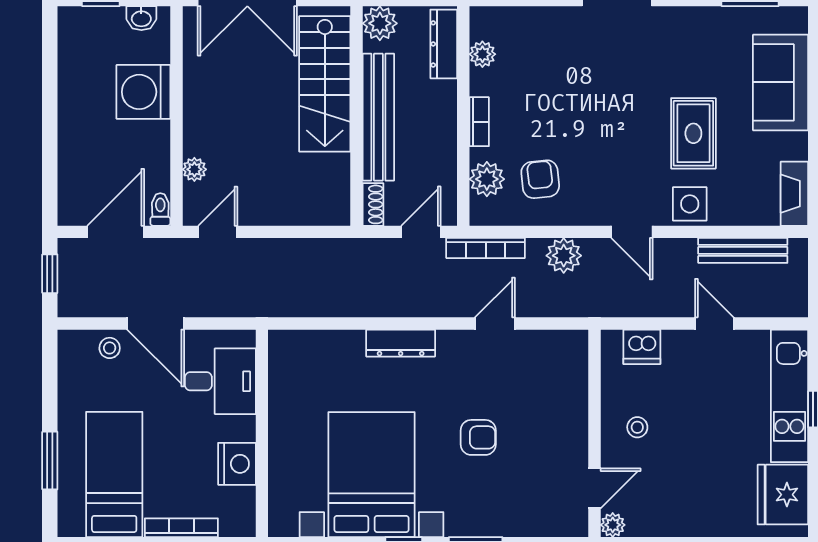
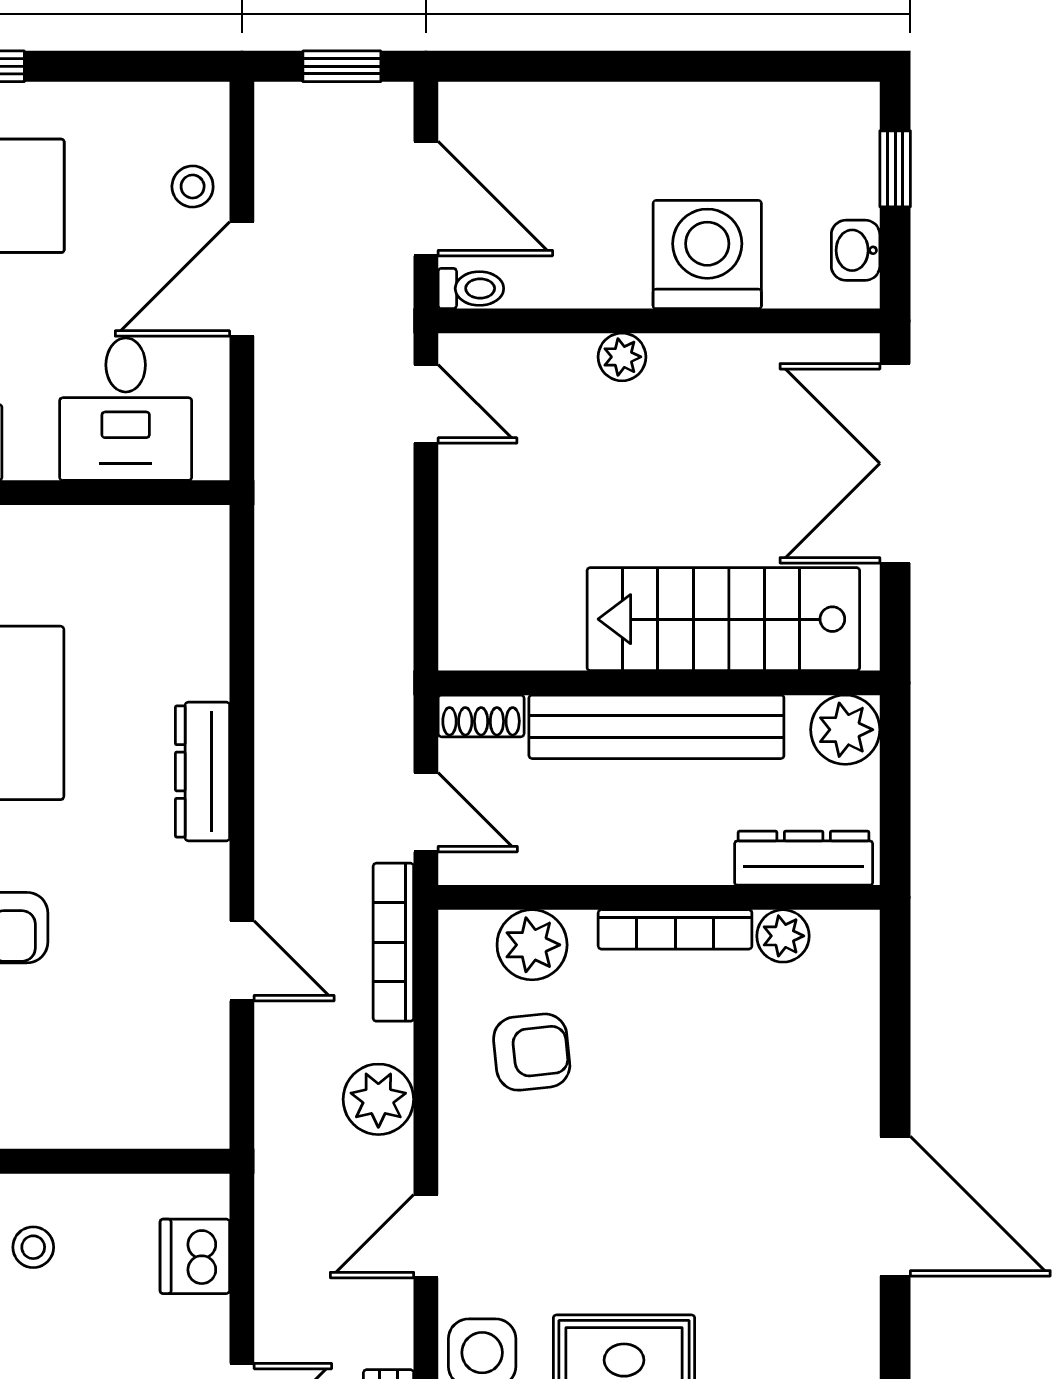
bookcase: (479, 122) -> (675, 929), width x1.56
plant: (194, 169) -> (622, 357), moved

